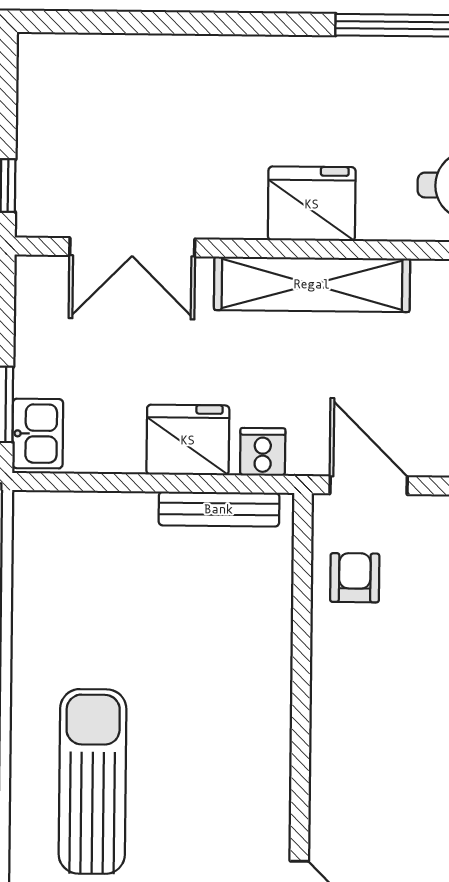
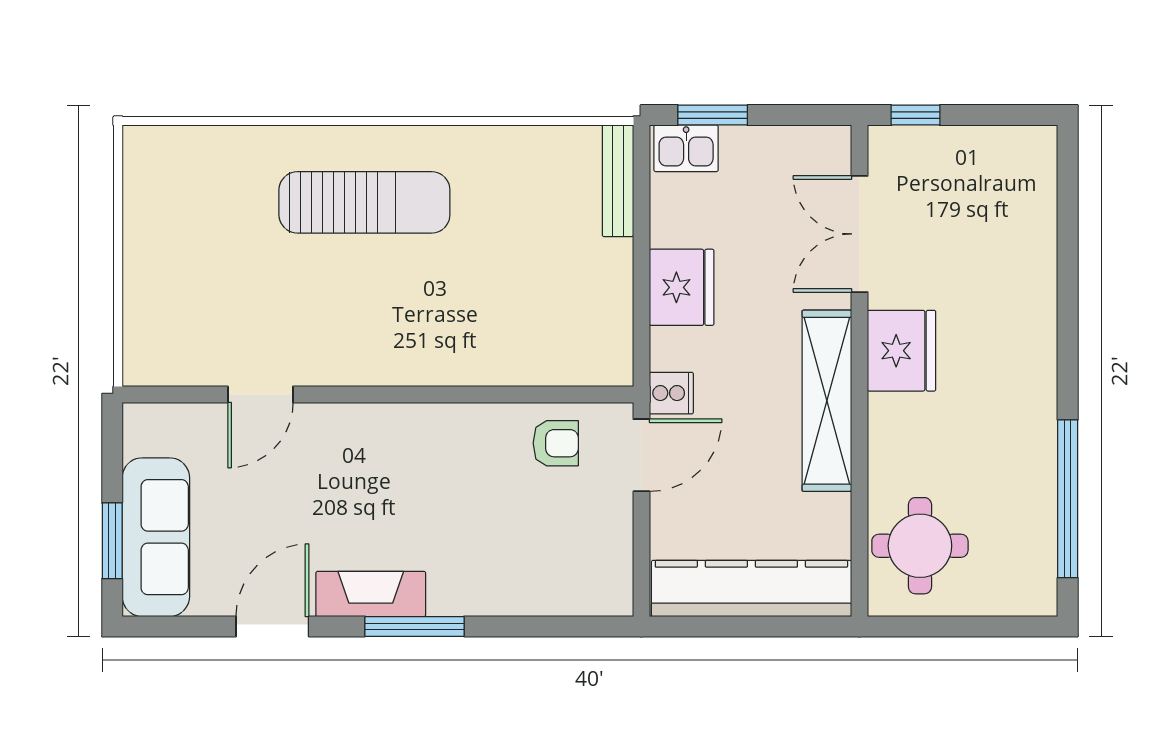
fridge: (312, 204) -> (902, 351), moved
cooker: (263, 452) -> (671, 393), moved
bench: (219, 509) -> (618, 181), moved

